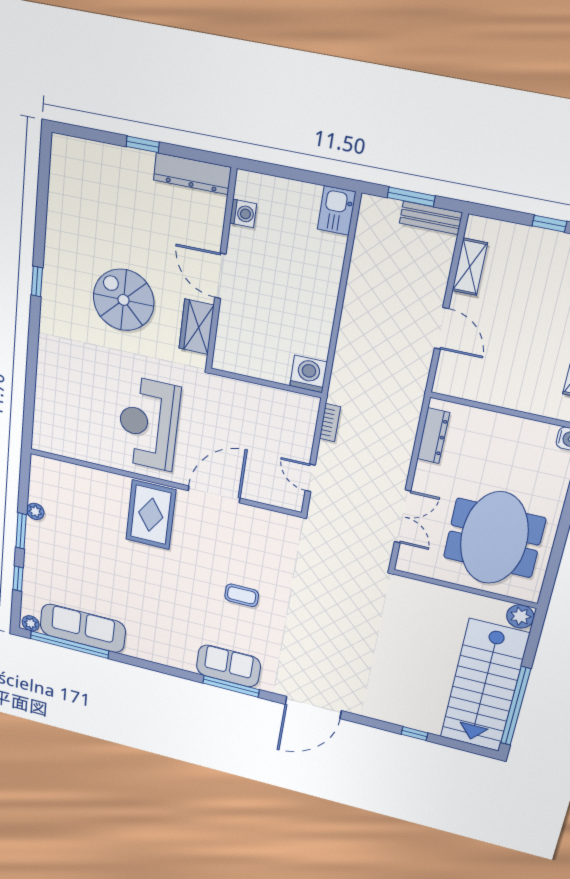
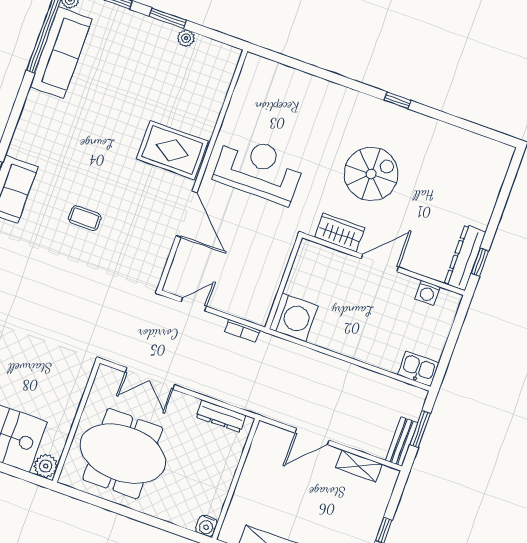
window: (143, 144) -> (480, 262), moved
washing machine: (308, 374) -> (294, 317), width x1.37, depth x1.37
coffee table: (242, 595) -> (85, 218), turned 90

